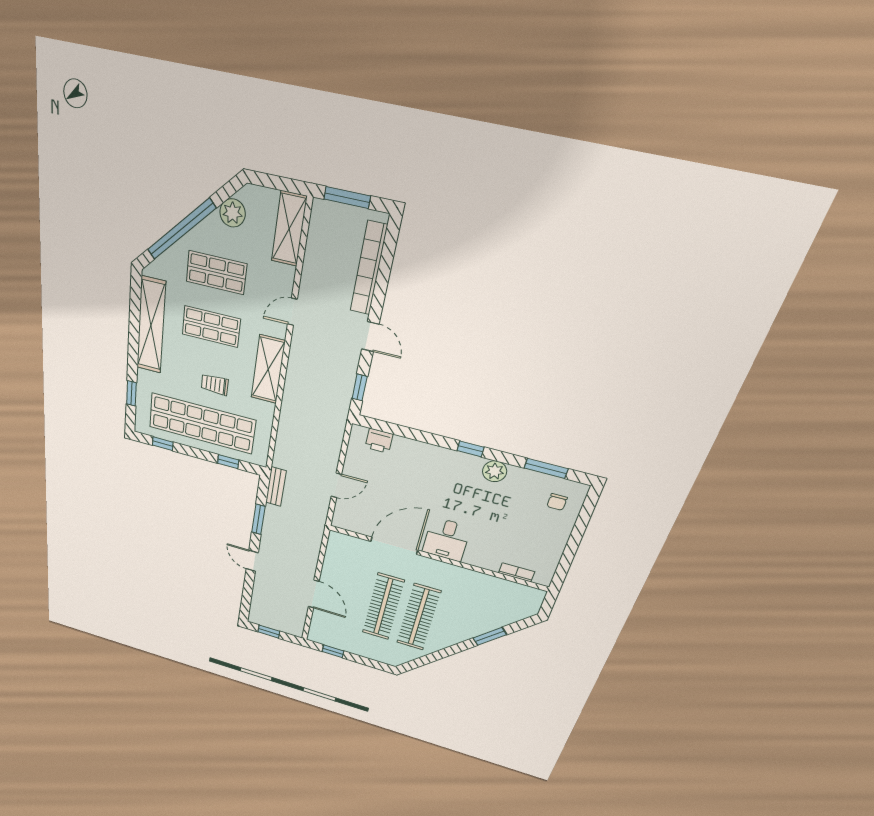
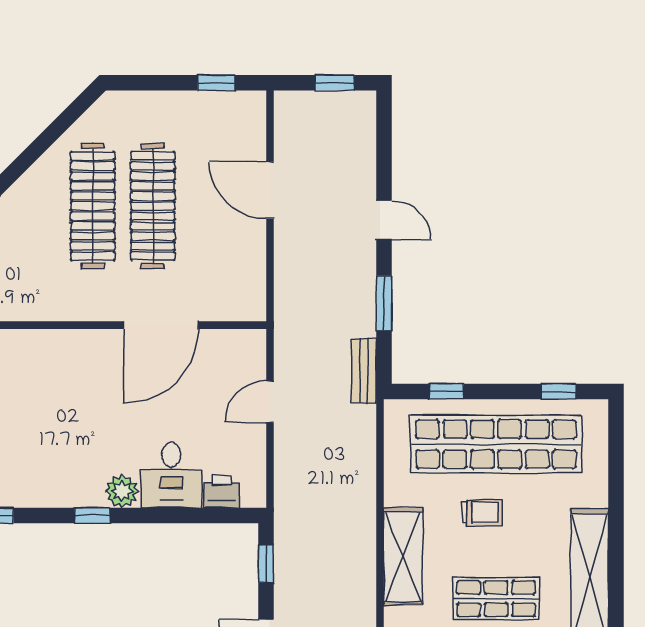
window: (131, 393) -> (616, 463), removed
plant: (495, 471) -> (122, 491), moved
desk: (446, 539) -> (171, 475), moved, turned 180

